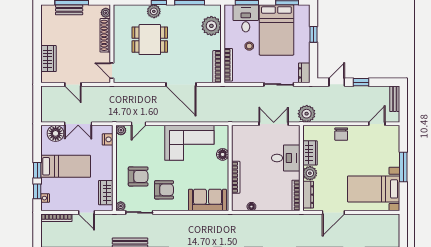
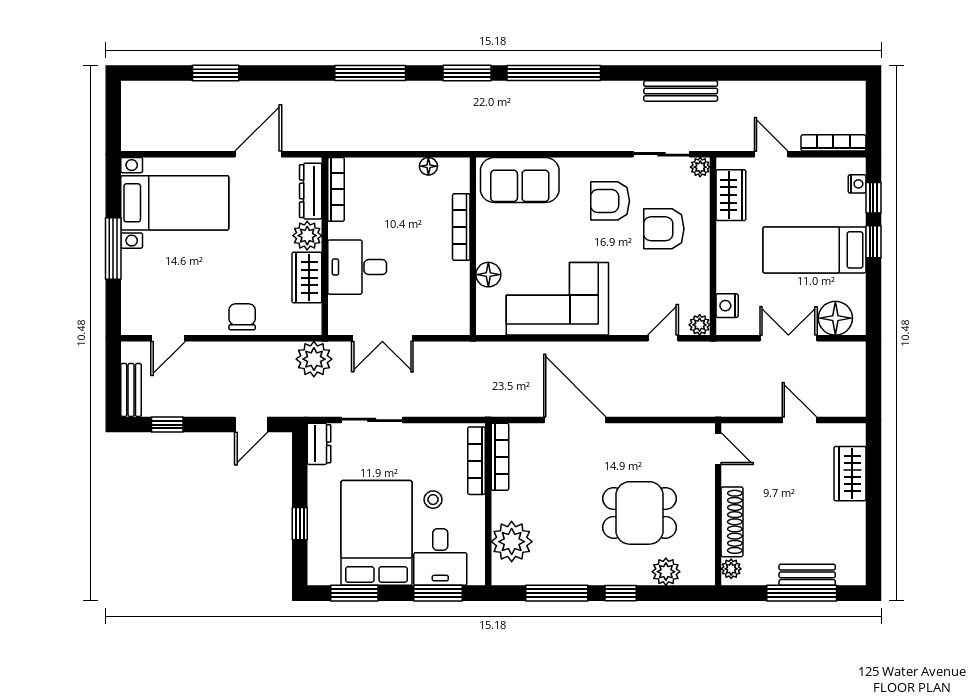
plant: (154, 11) -> (666, 572), moved
window: (361, 82) -> (167, 425), moved

